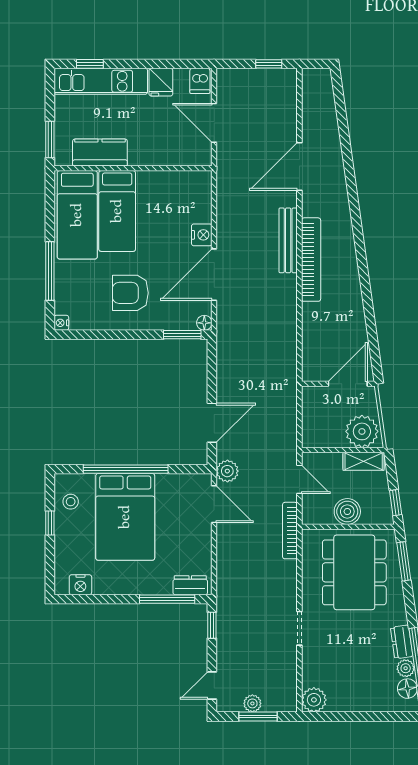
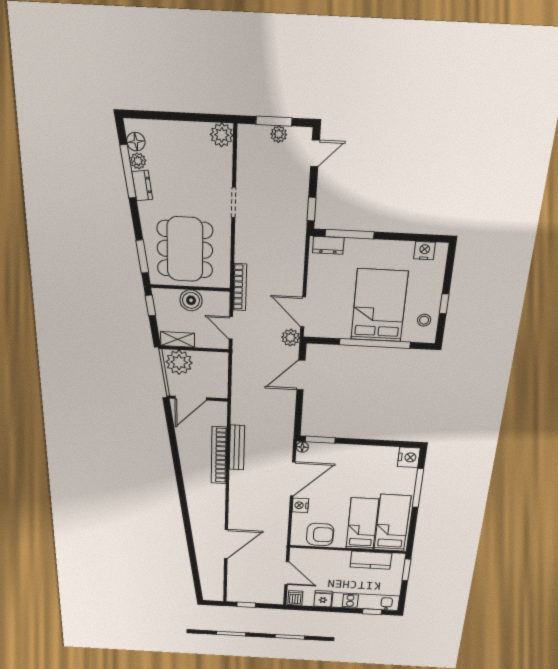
bench: (288, 240) -> (237, 447), moved
bookcase: (311, 260) -> (219, 455), moved
armchair: (130, 293) -> (320, 534), moved
nightstand: (61, 323) -> (409, 457), width x1.89, depth x1.79

